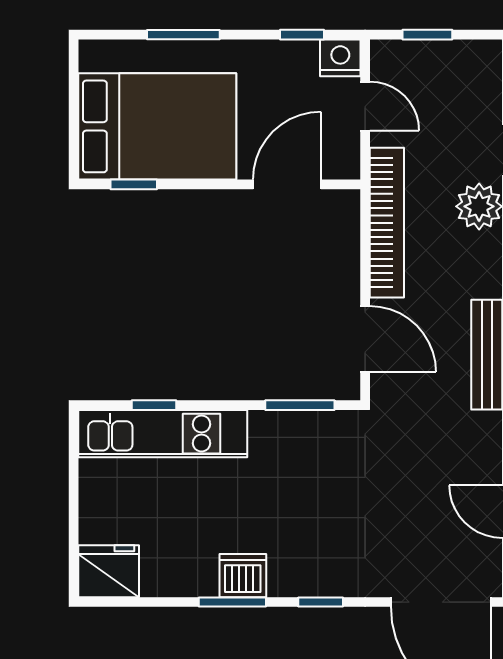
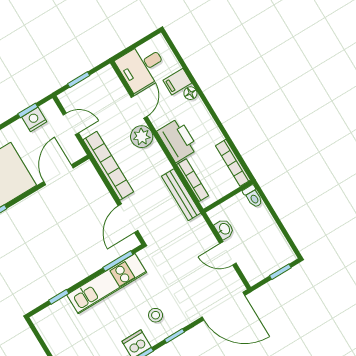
nightstand: (340, 58) -> (34, 119), moved
door: (365, 339) -> (128, 218), swing flipped
kitchen unit: (163, 434) -> (107, 284), moved
stool: (309, 544) -> (156, 315), added

